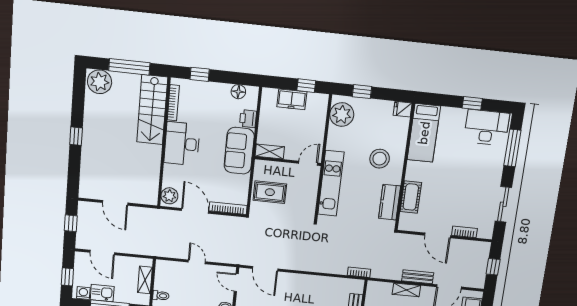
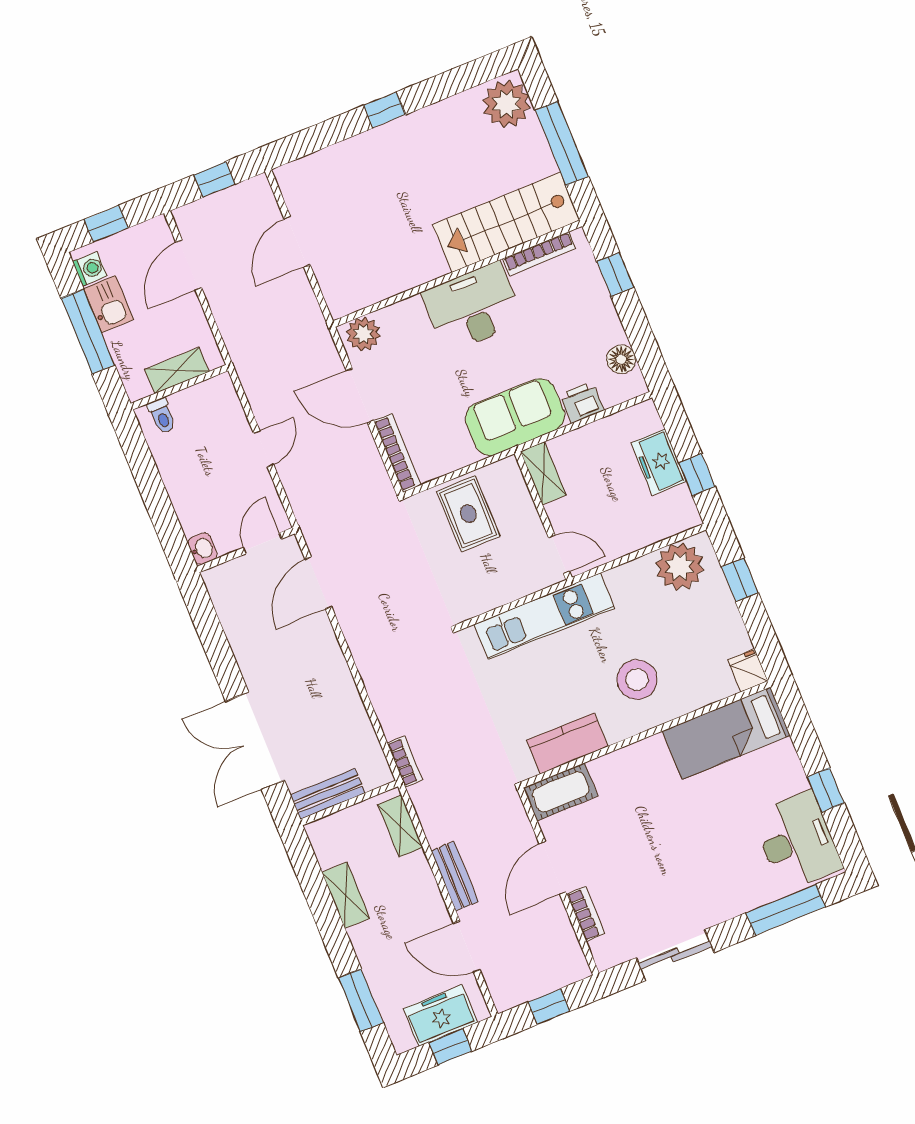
cot: (411, 197) -> (561, 792), moved
door: (195, 211) -> (360, 395), swing flipped
shelving: (406, 290) -> (400, 826), moved

